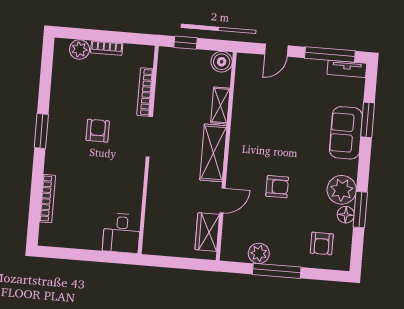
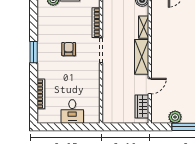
armchair: (277, 187) -> (183, 75), removed
desk: (122, 233) -> (72, 112), moved

